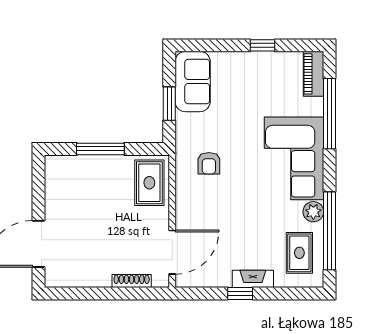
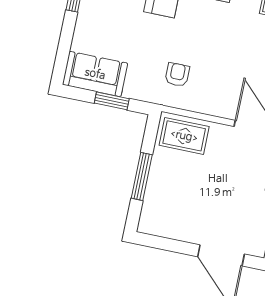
armchair: (209, 163) -> (177, 75), turned -90

